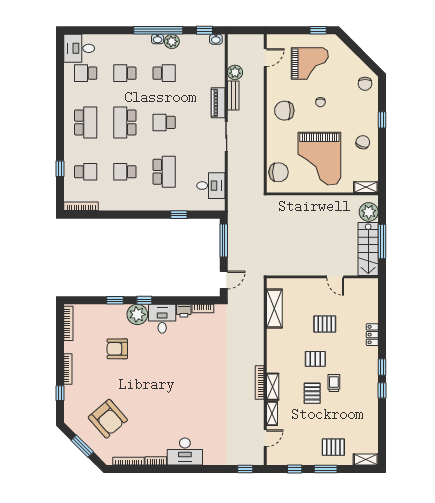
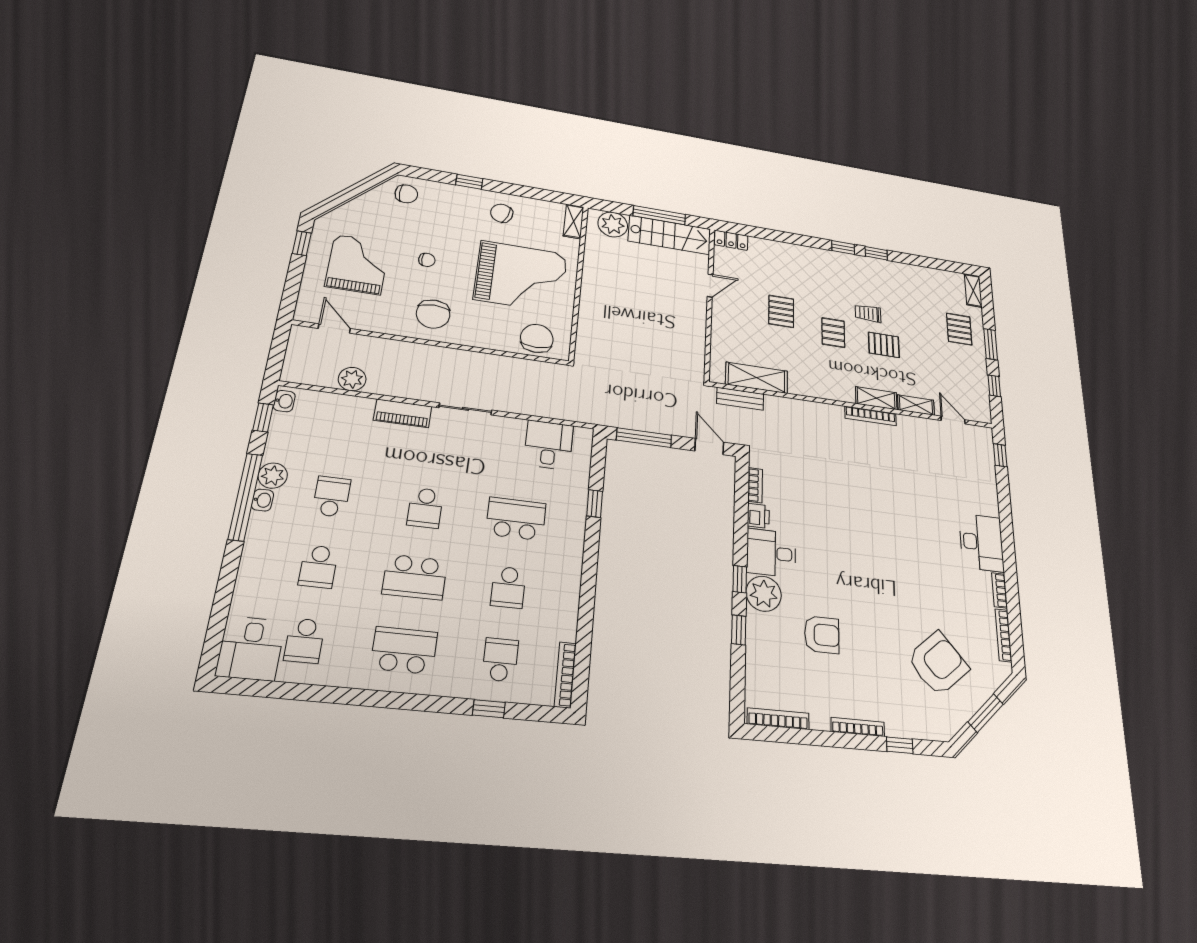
bench: (233, 96) -> (740, 399), moved
locker: (372, 335) -> (731, 240), moved
armchair: (117, 349) -> (822, 635), turned -90

